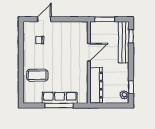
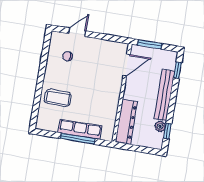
bench: (124, 42) -> (164, 95), moved
door: (89, 52) -> (127, 65), moved
plant: (124, 95) -> (160, 126), moved

